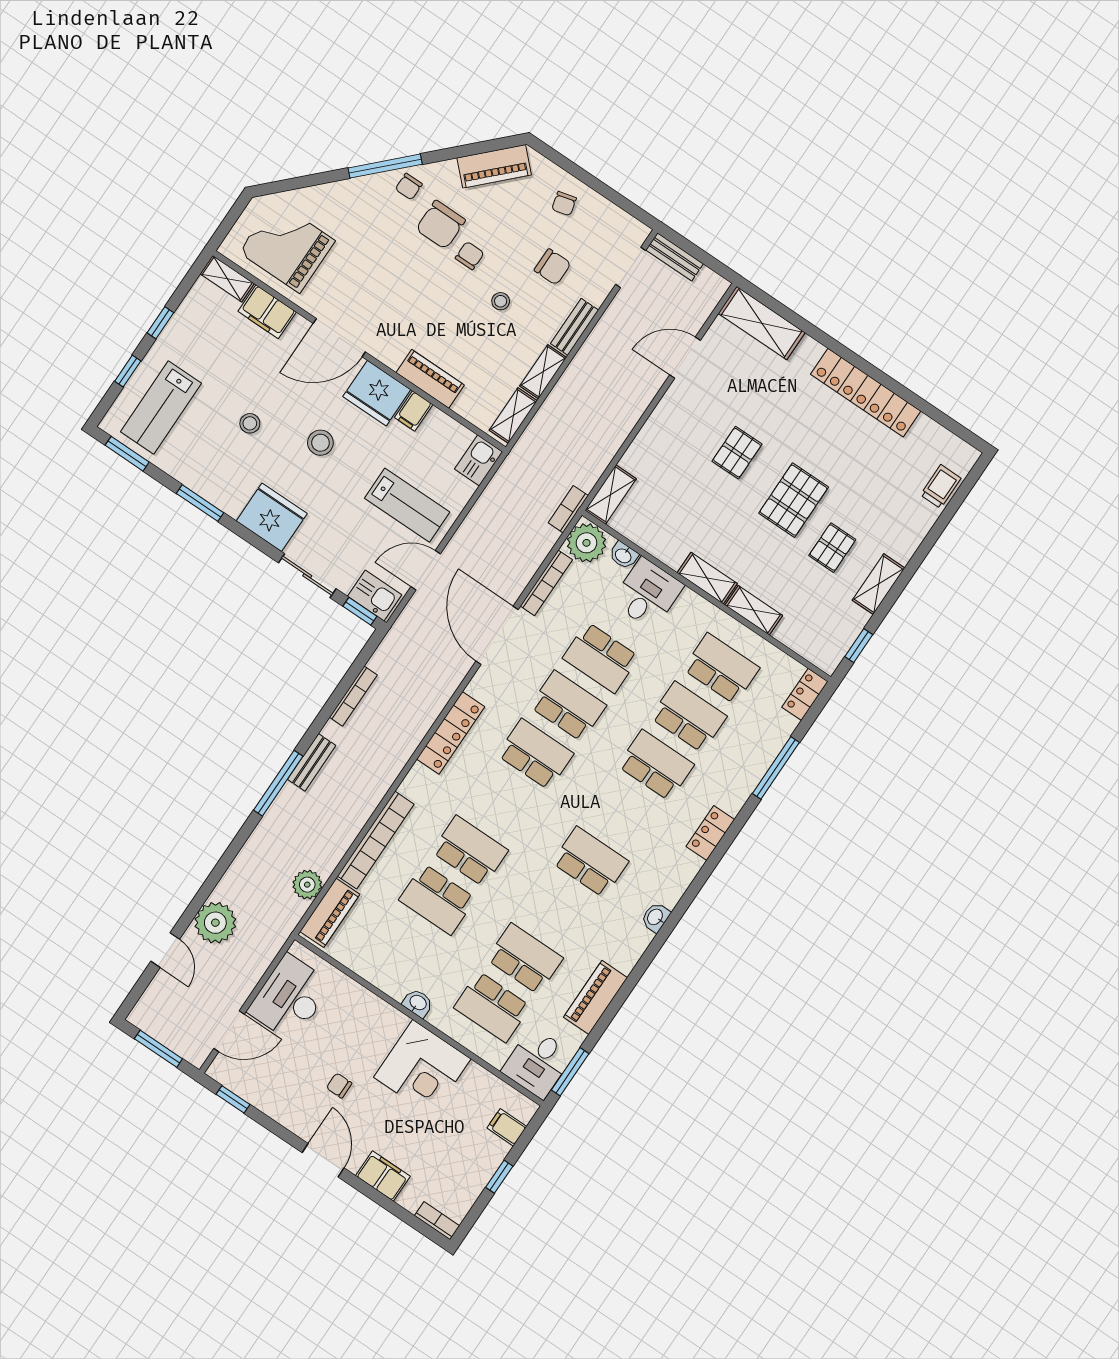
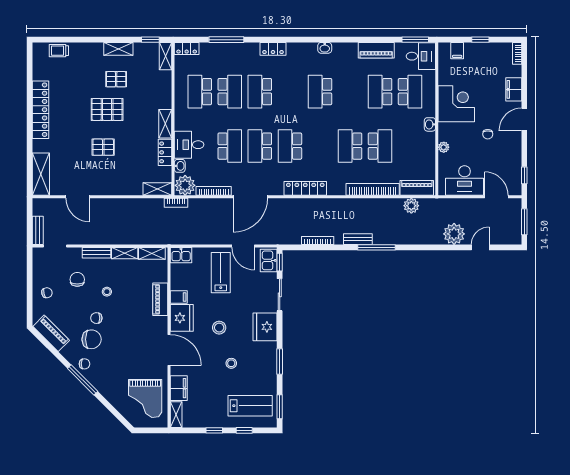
locker: (661, 546) -> (165, 152), added
shelving: (754, 610) -> (166, 56), moved
school desk: (688, 717) -> (230, 92), turned 180
plant: (366, 1000) -> (444, 147), added

